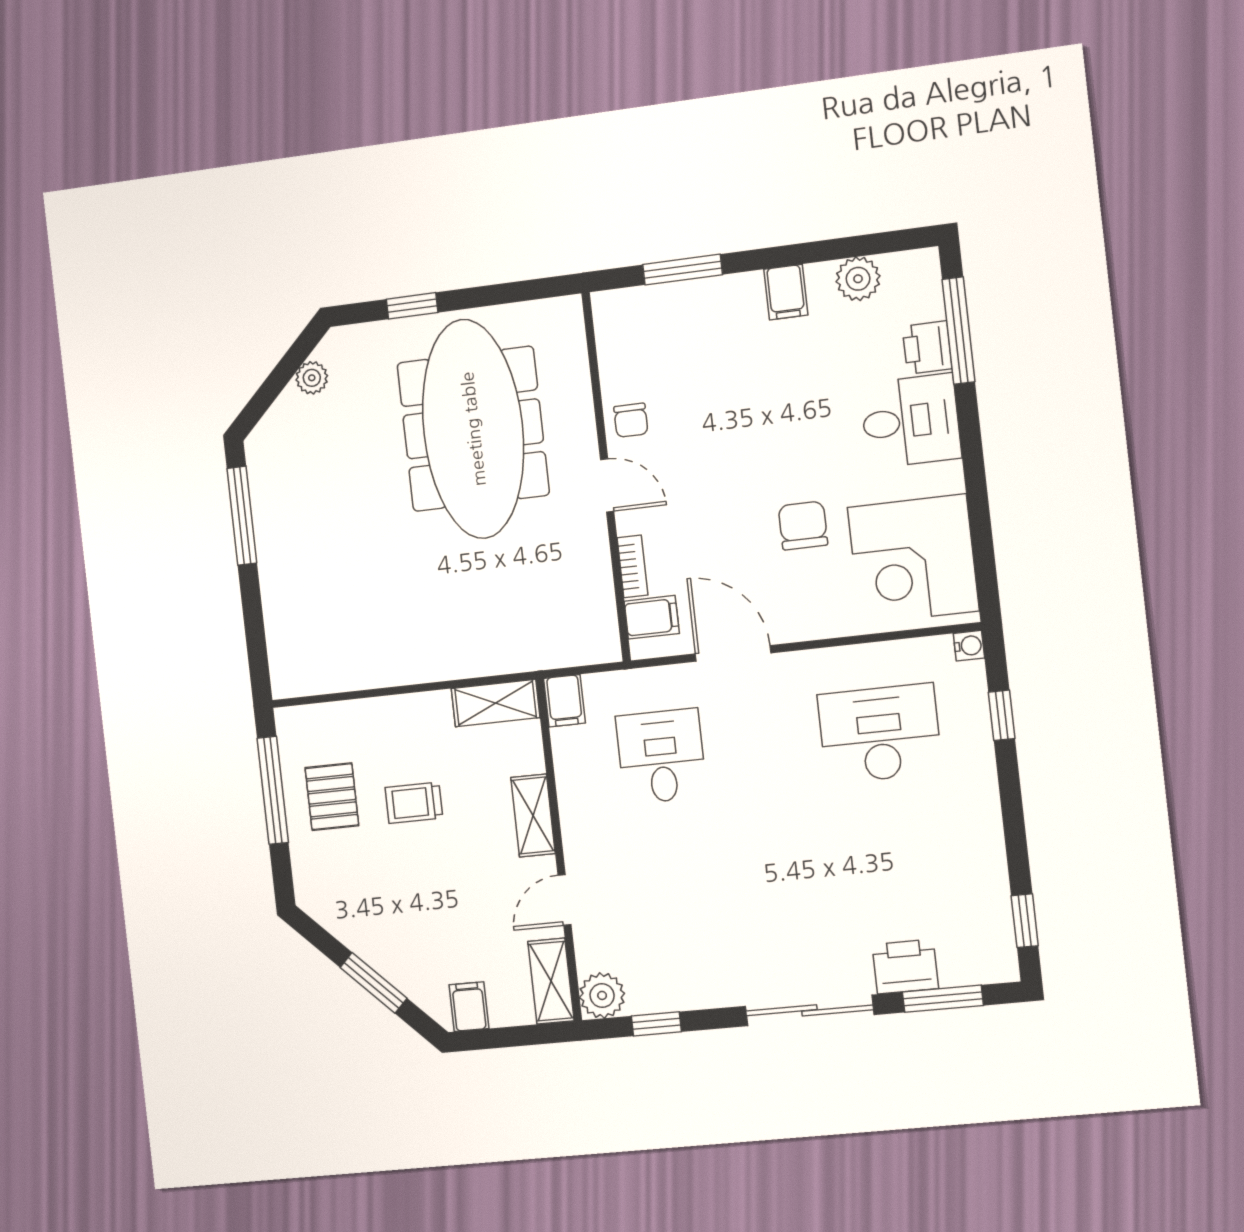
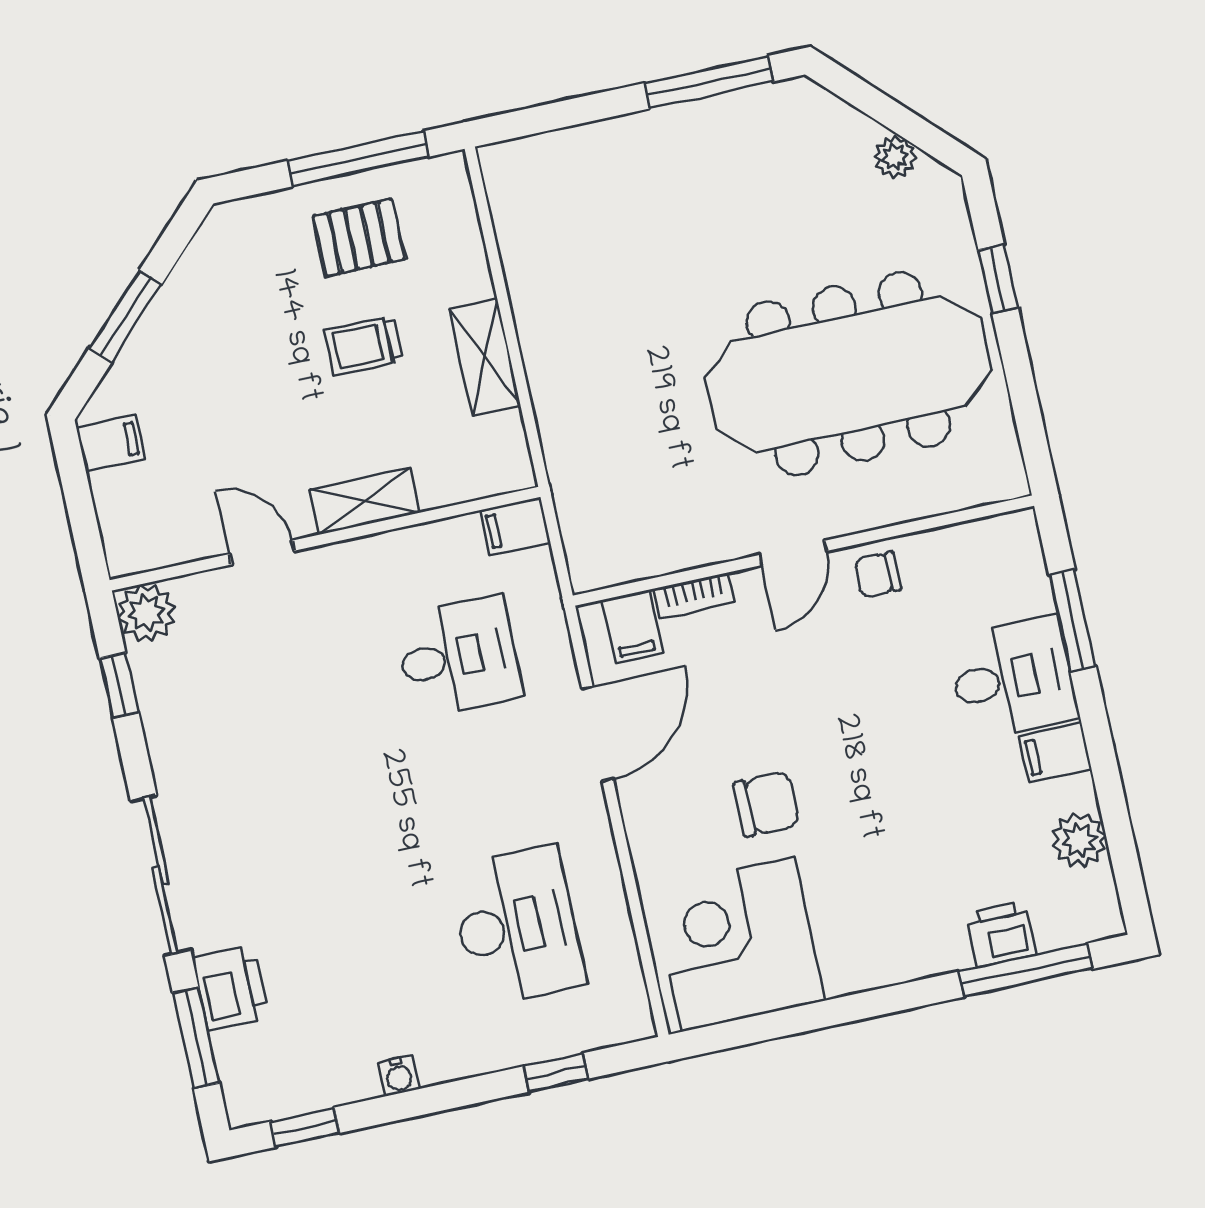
desk: (910, 421) -> (1013, 678), moved, turned -90
water cooler: (969, 646) -> (399, 1076), moved
shelving: (496, 703) -> (485, 357), moved
trolley: (414, 803) -> (363, 346), turned -90
shelving: (551, 981) -> (156, 546), removed

